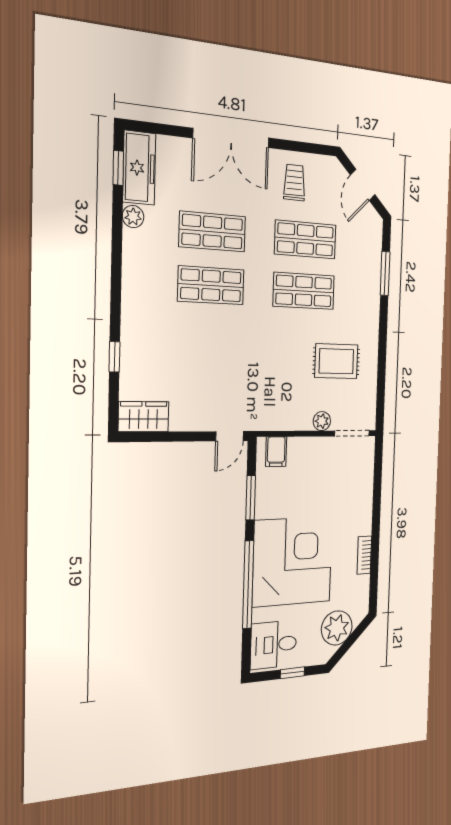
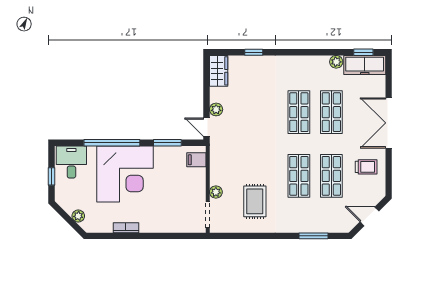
plant: (203, 421) -> (216, 109), added
plant: (337, 628) -> (78, 216), width x0.53, depth x0.53

